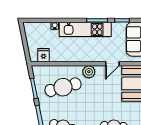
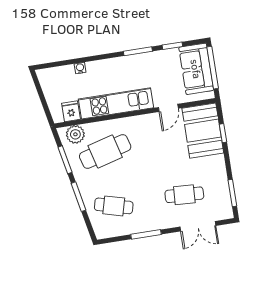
kitchen unit: (85, 29) -> (116, 103), moved, turned 180
plant: (89, 72) -> (75, 134), moved

